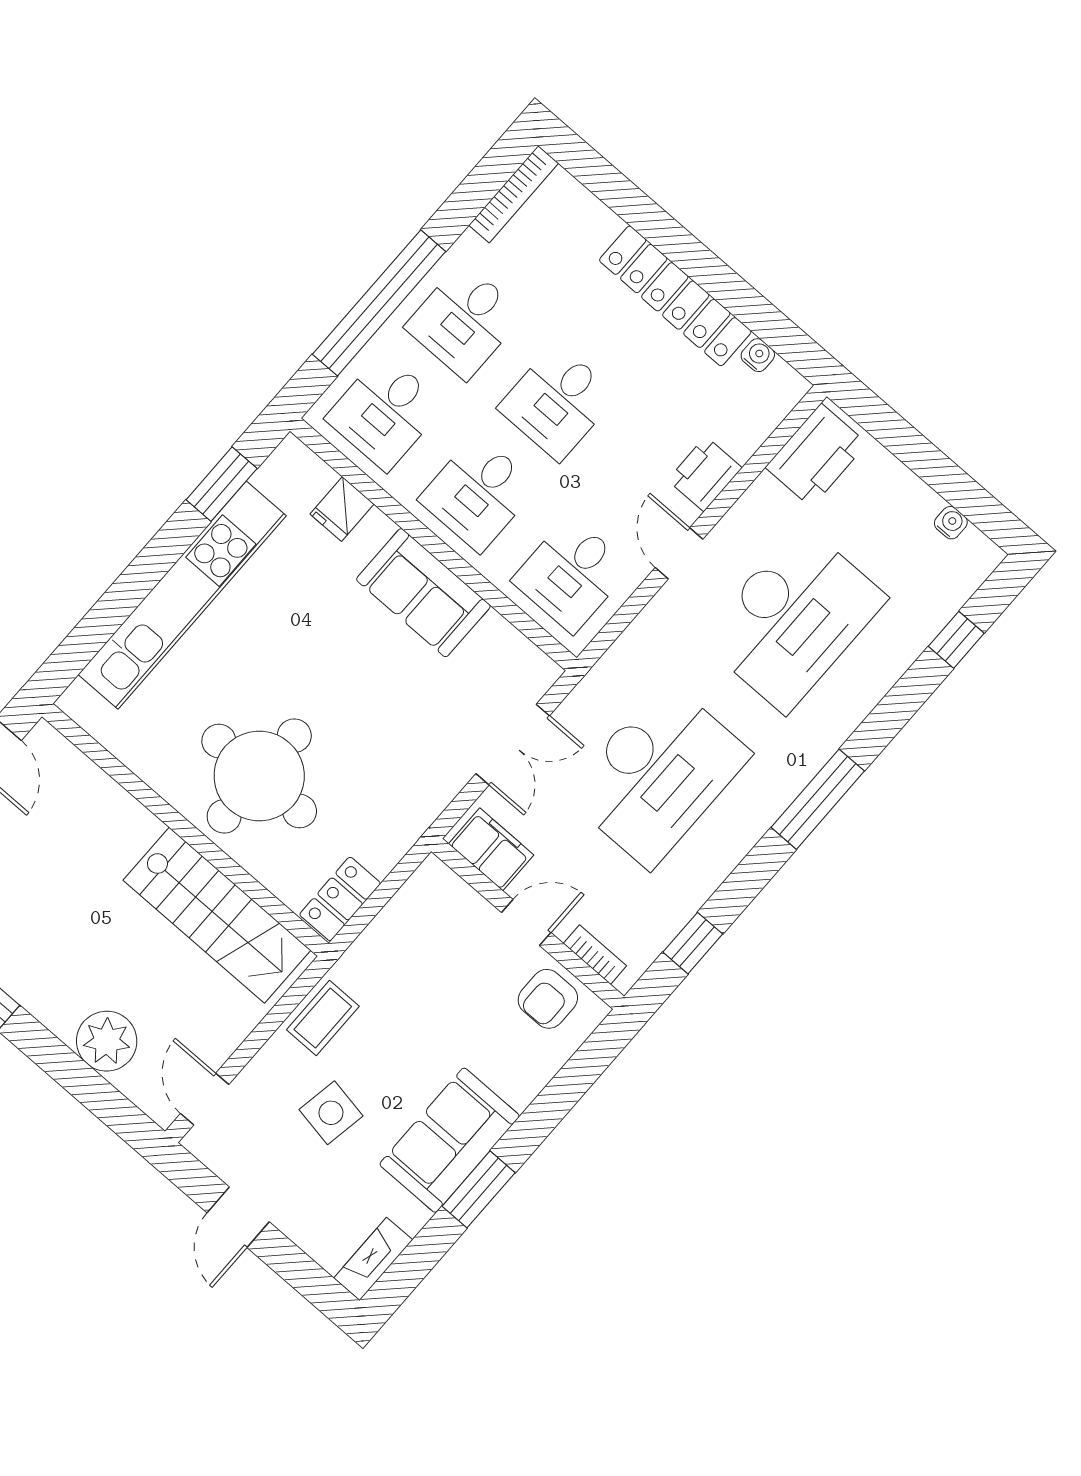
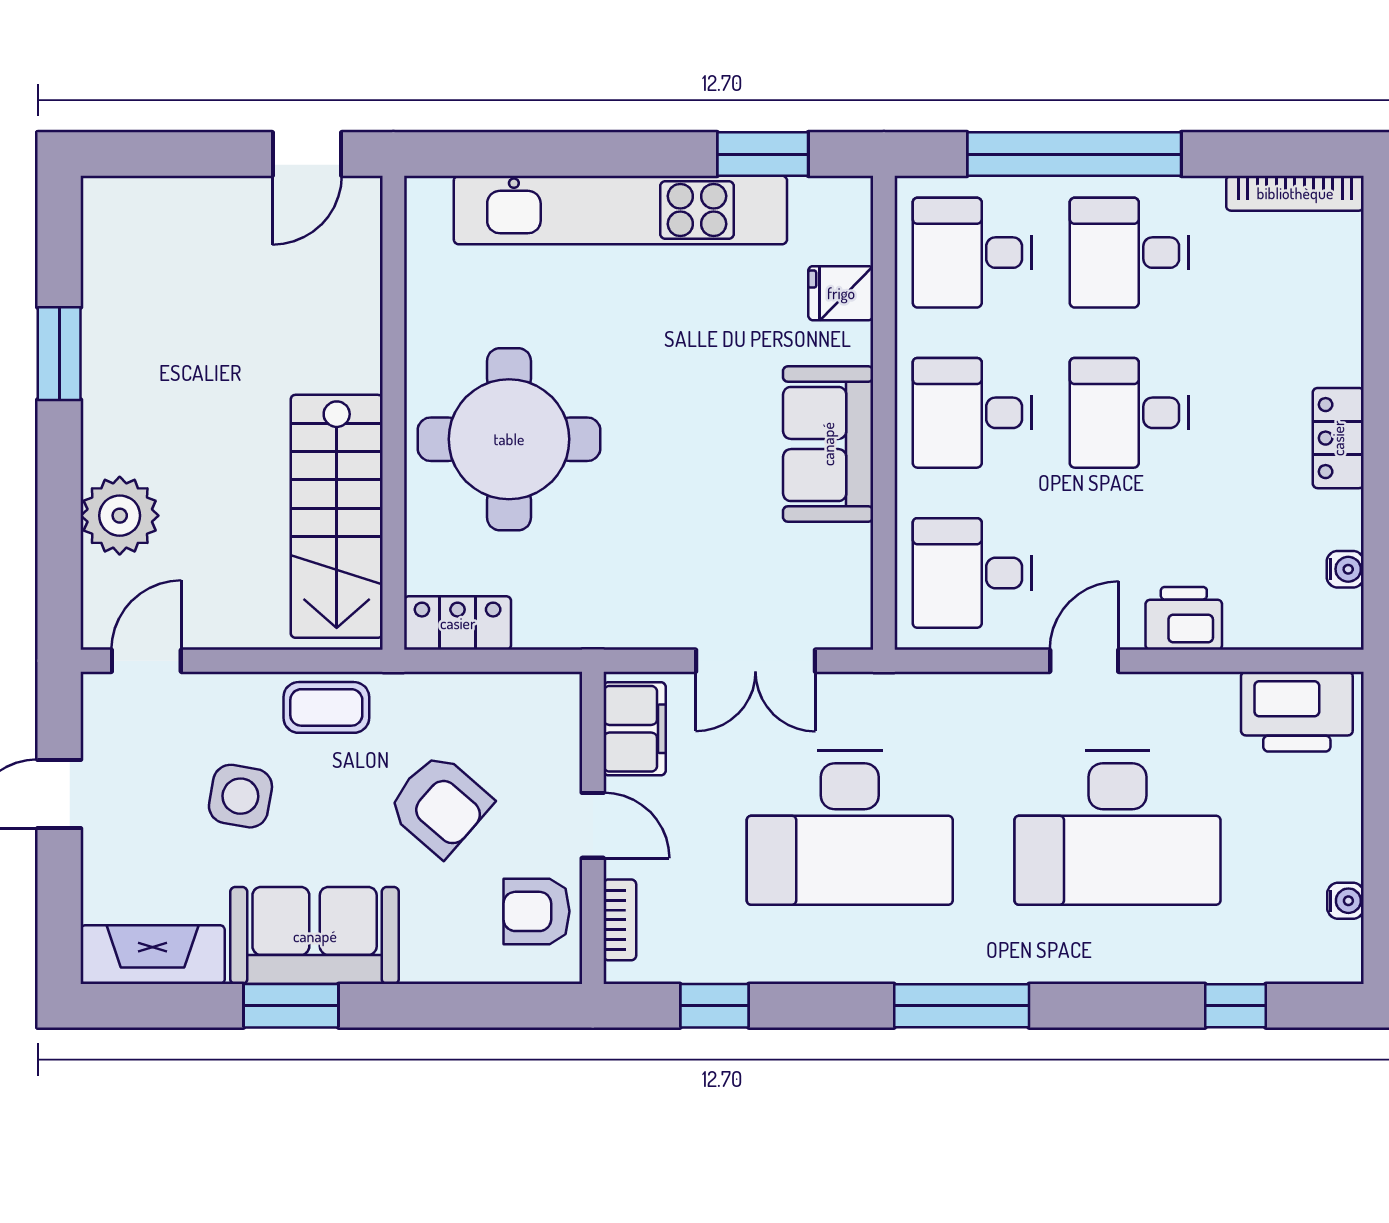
locker: (675, 296) -> (1338, 438), width x0.46, depth x0.83
armchair: (437, 1001) -> (440, 805), added
fireplace: (373, 1259) -> (153, 955), width x1.37, depth x1.32

